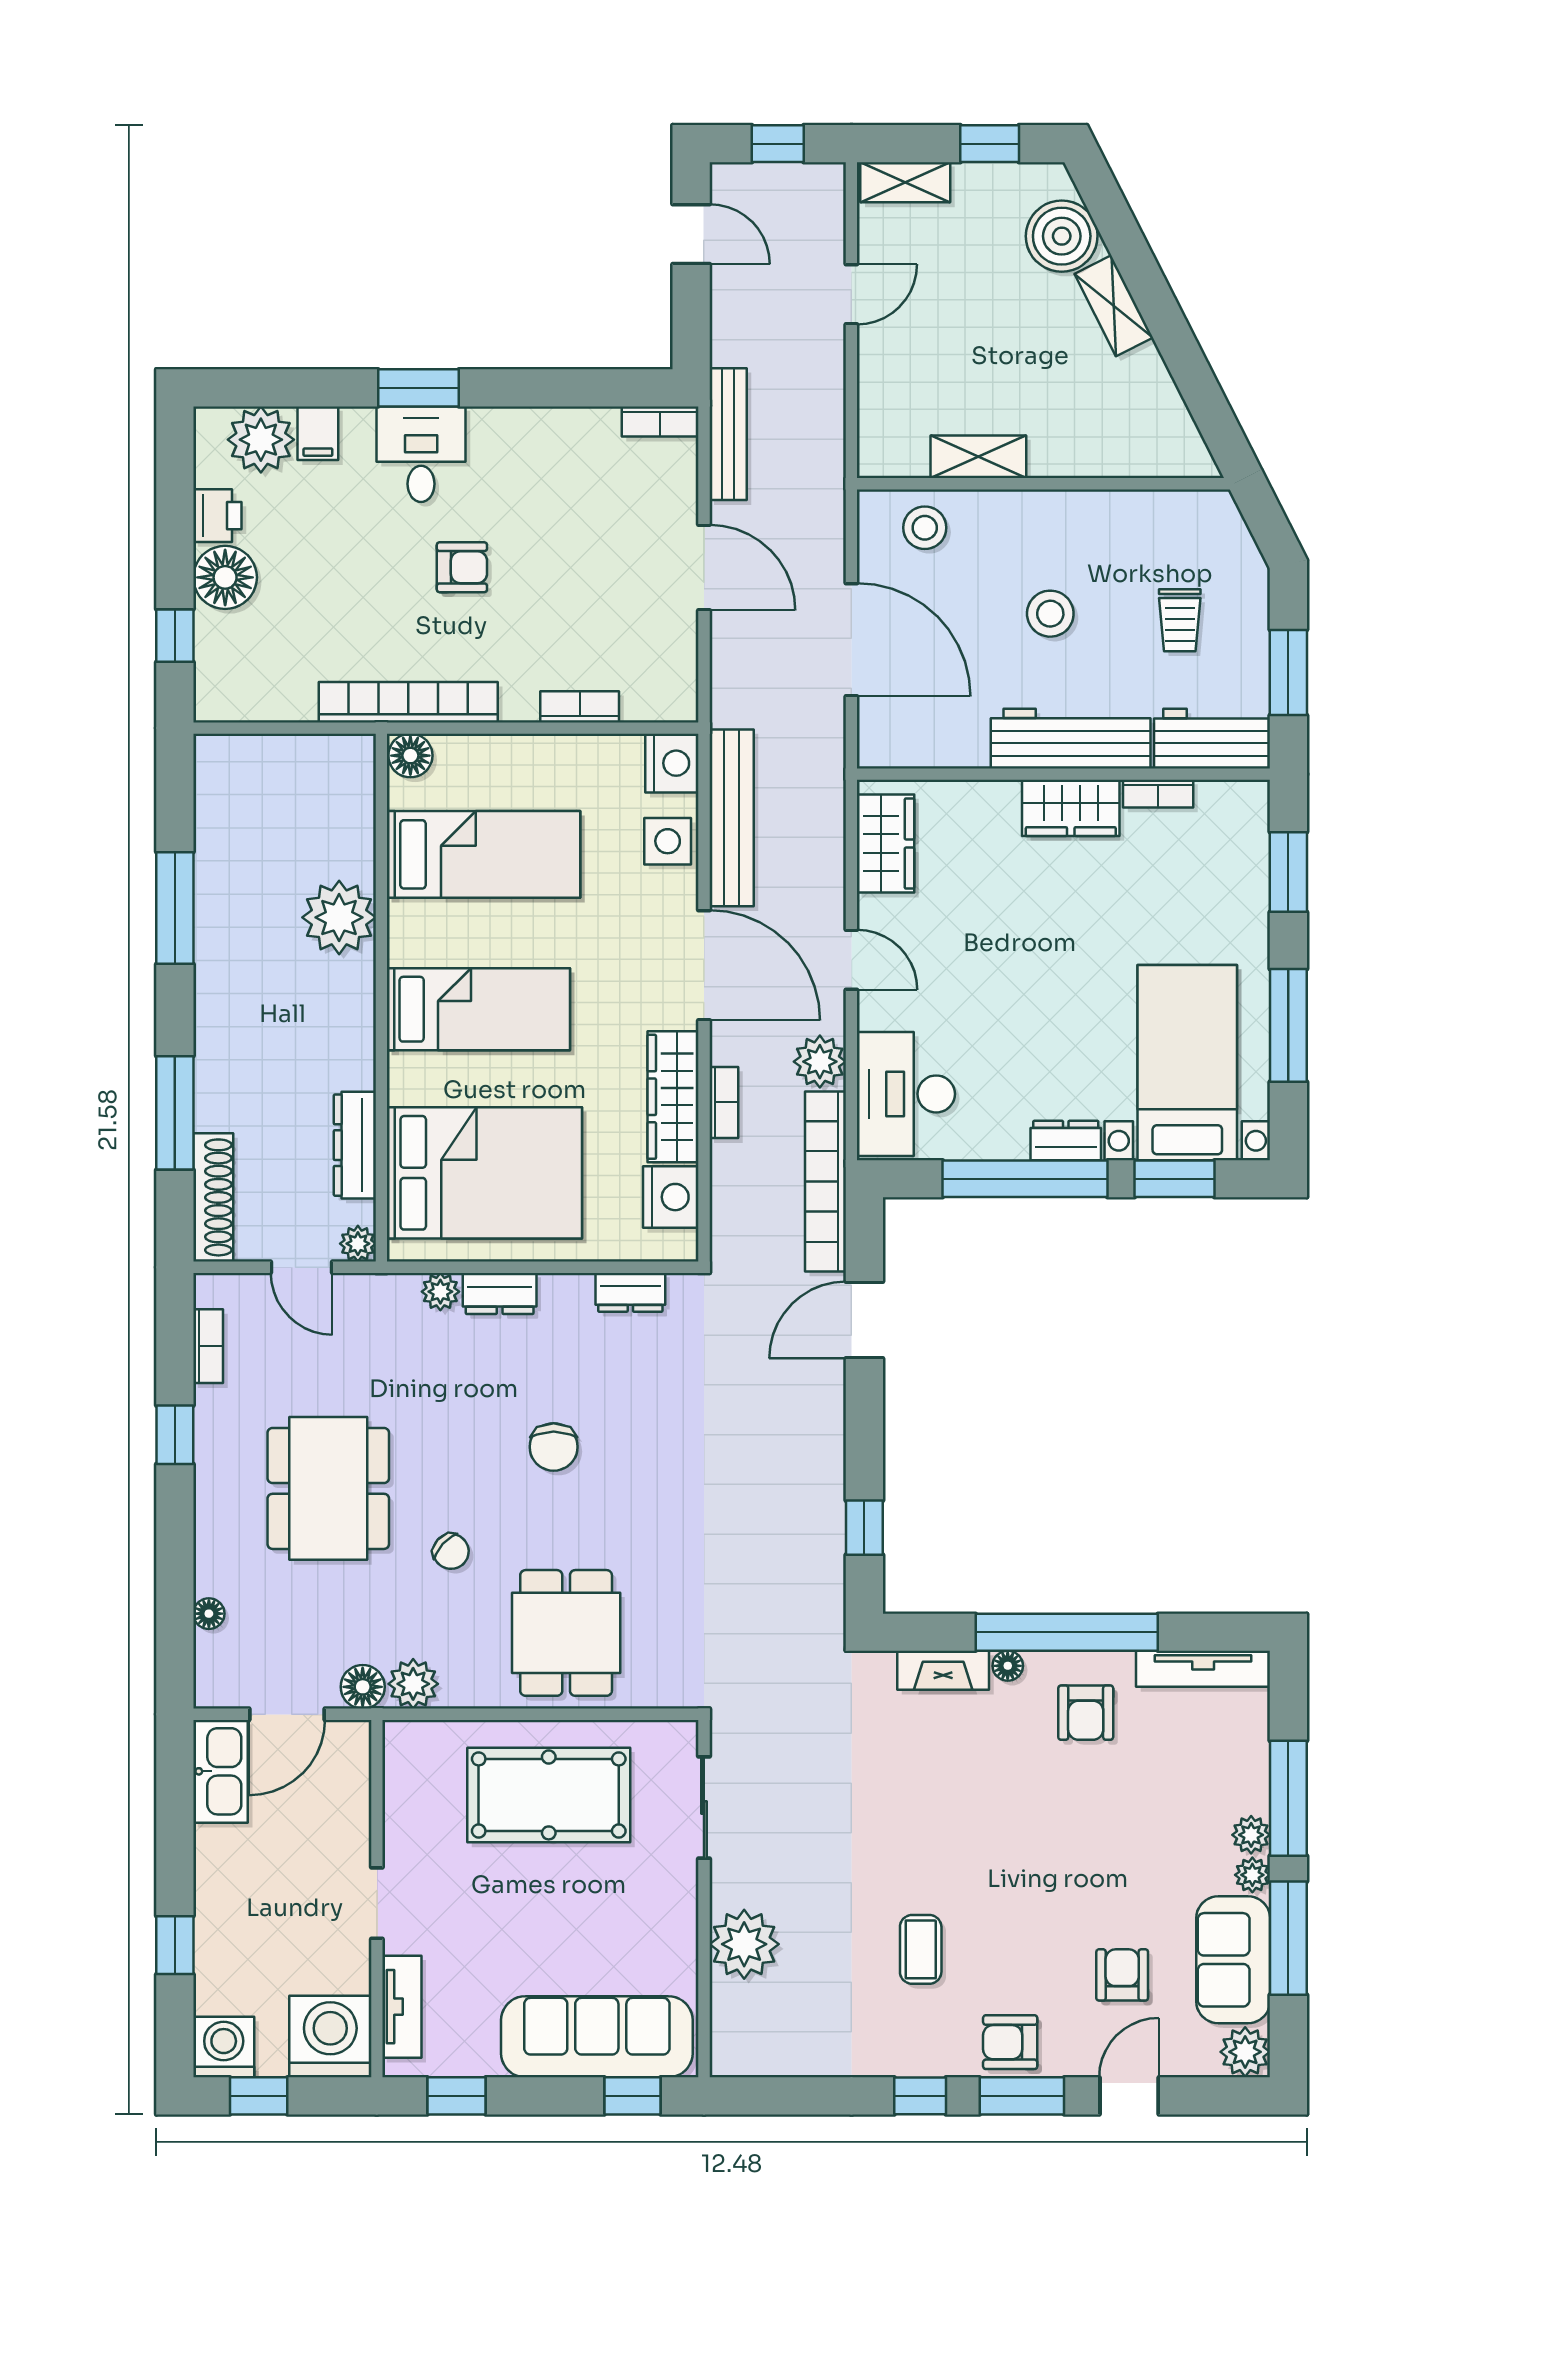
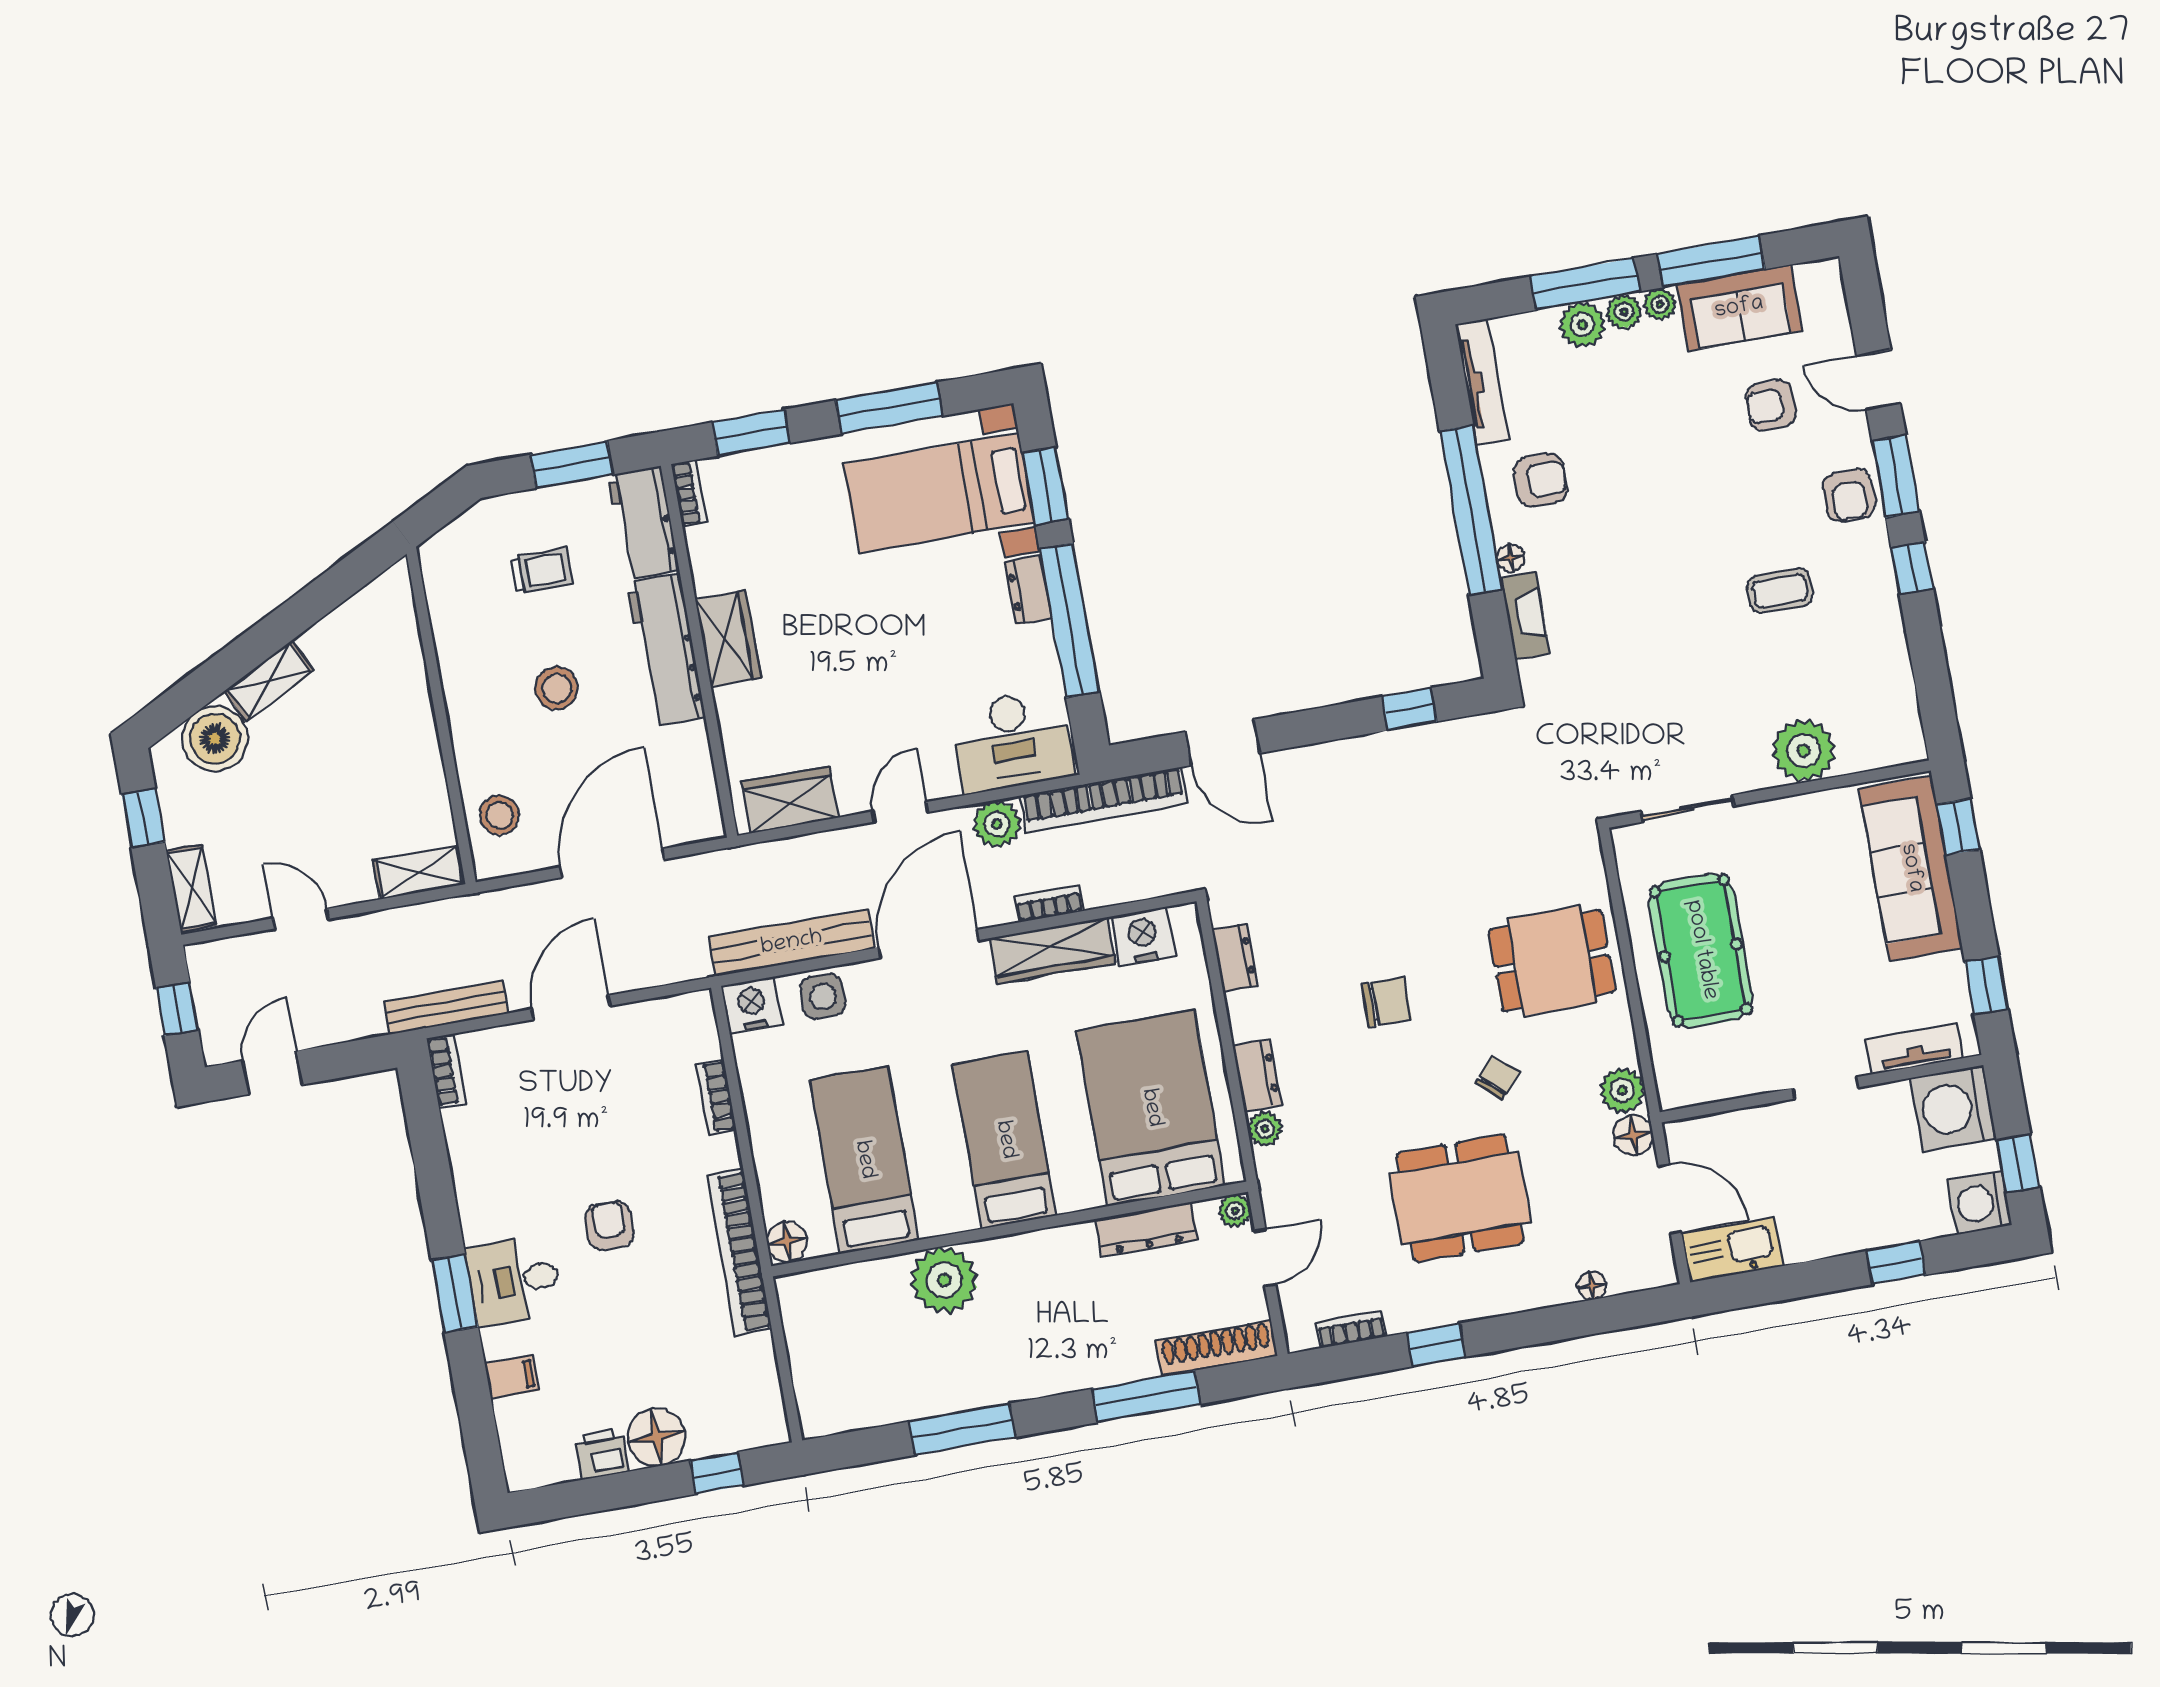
plant: (261, 440) -> (526, 1427), removed
shelving: (978, 457) -> (419, 872), moved, turned 90
bookcase: (1158, 794) -> (689, 493), moved
plant: (1245, 2052) -> (1582, 325), moved

